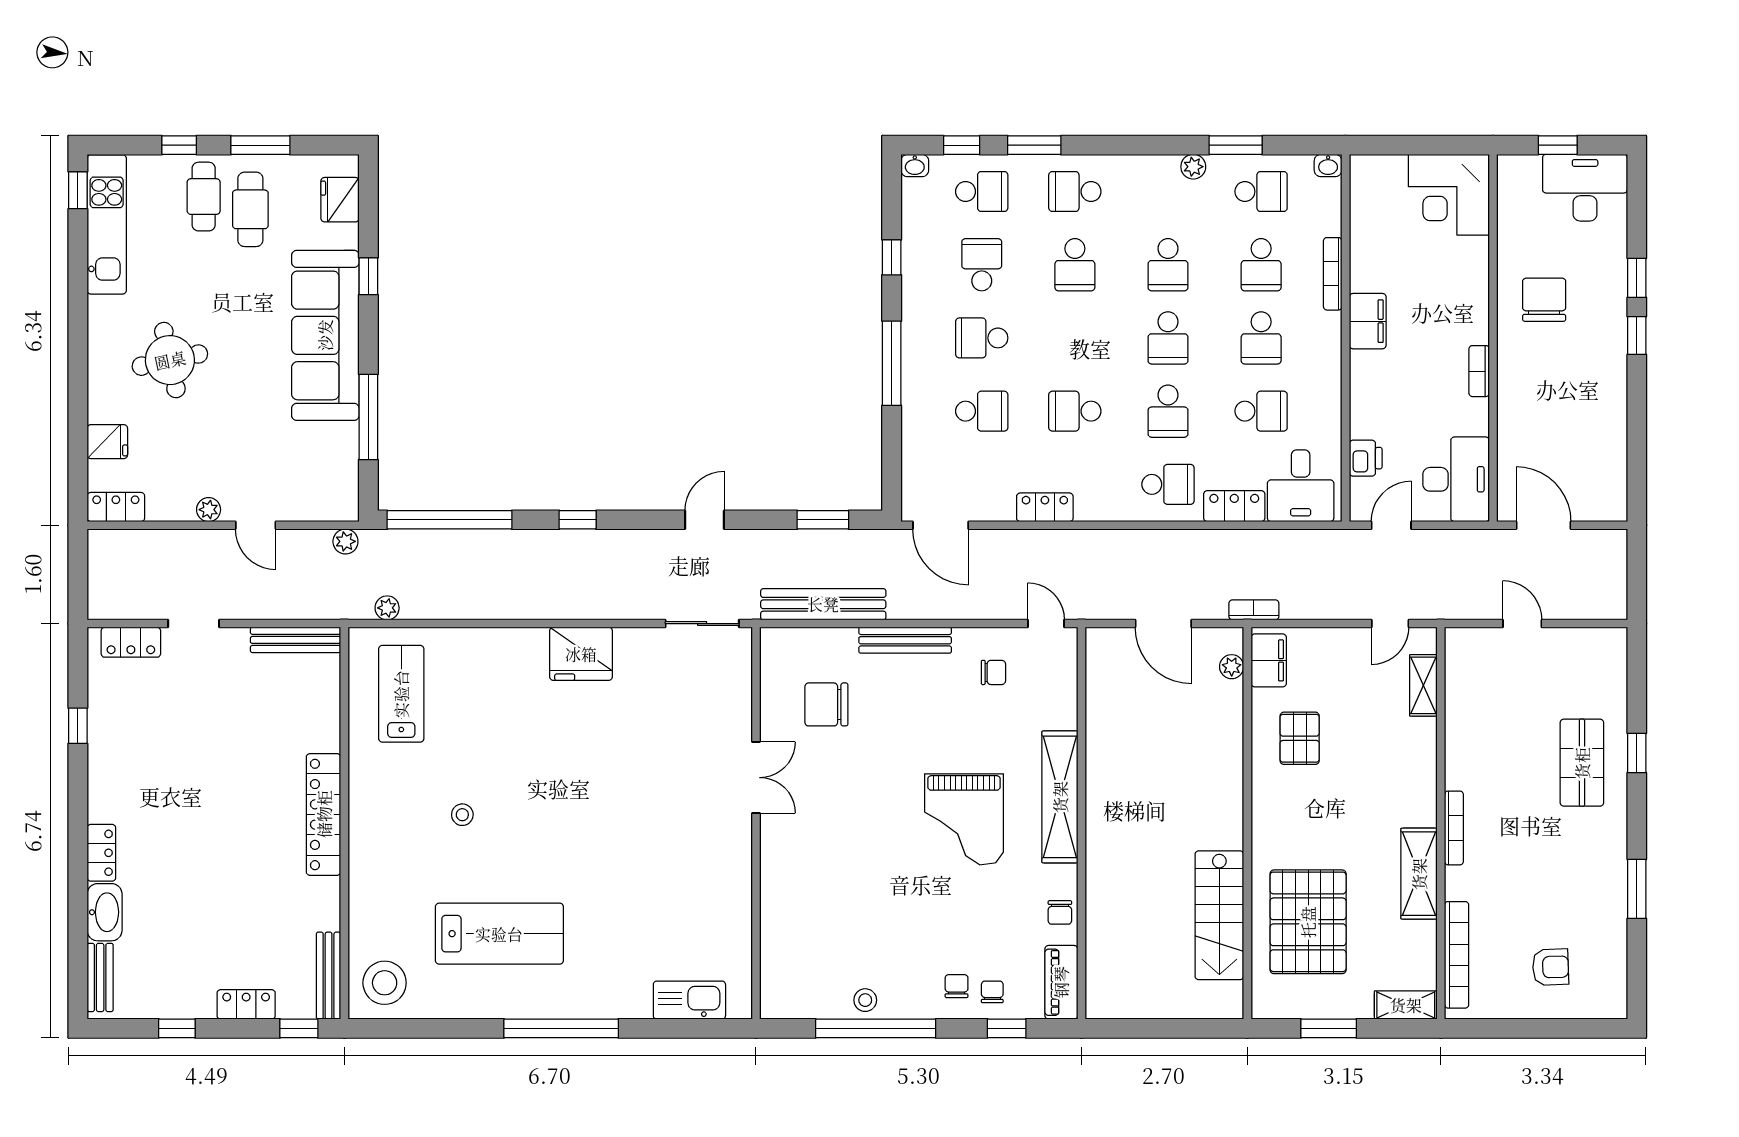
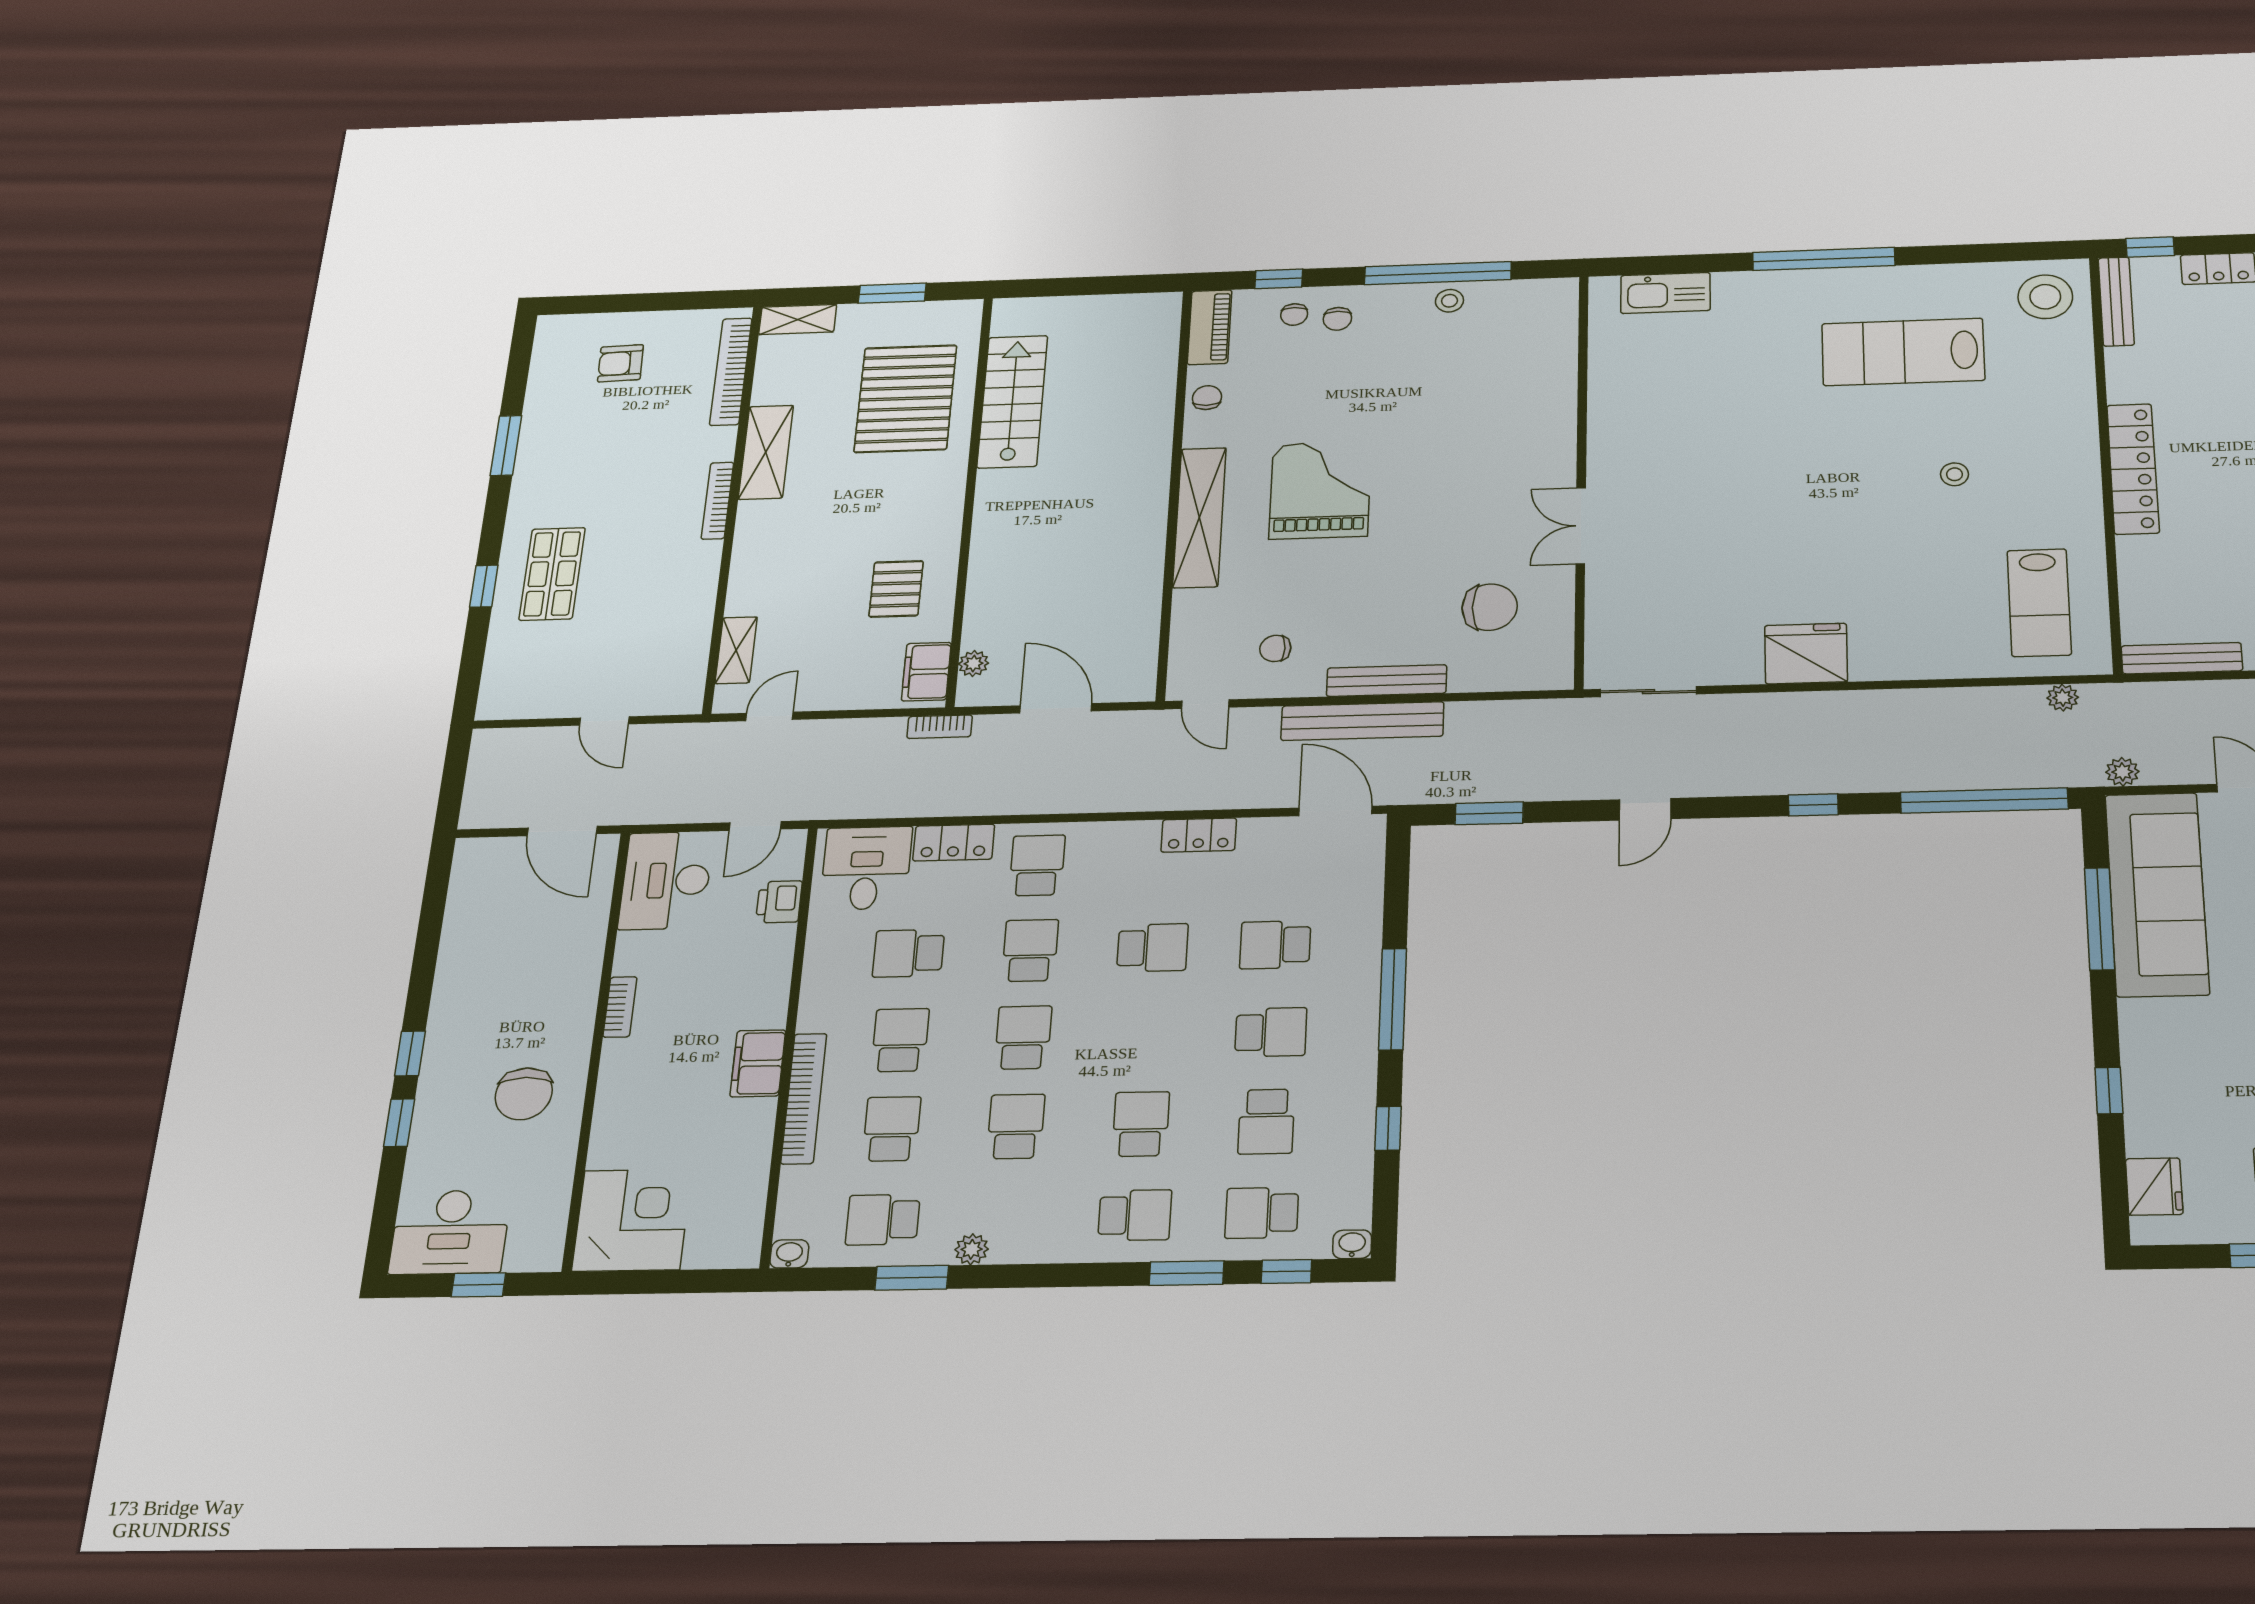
bookcase: (1333, 274) -> (804, 1098), width x1.48, depth x1.31
sofa: (325, 335) -> (2157, 894), moved
school desk: (1168, 484) -> (1037, 865), turned 90
bench: (823, 604) -> (1362, 721), moved

